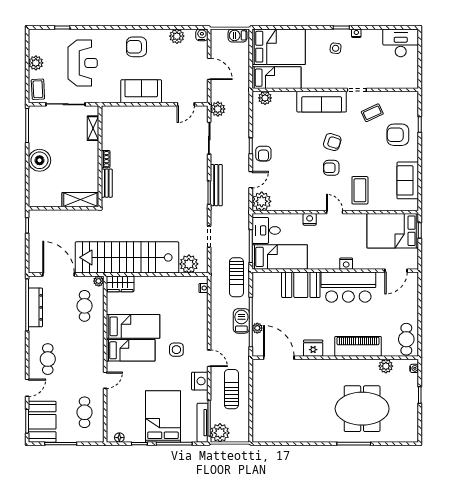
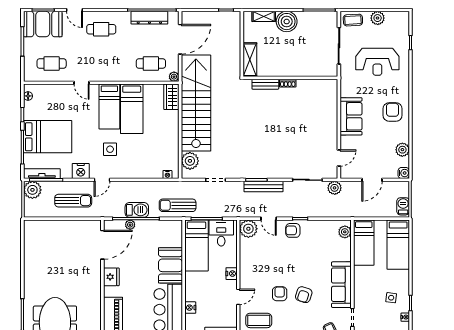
bed: (279, 47) -> (398, 245), width x0.67
door: (186, 104) -> (339, 158), swing flipped
shelving: (93, 128) -> (264, 16), moved

